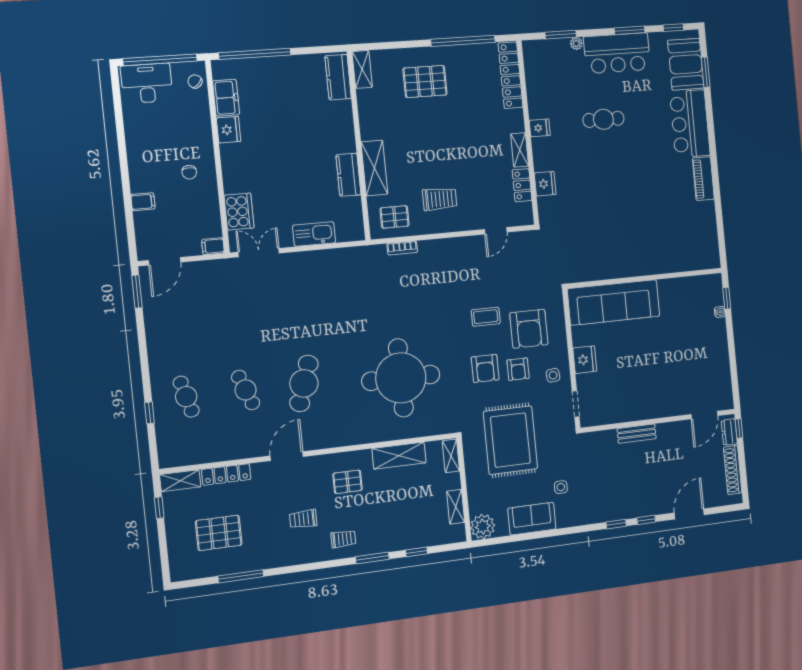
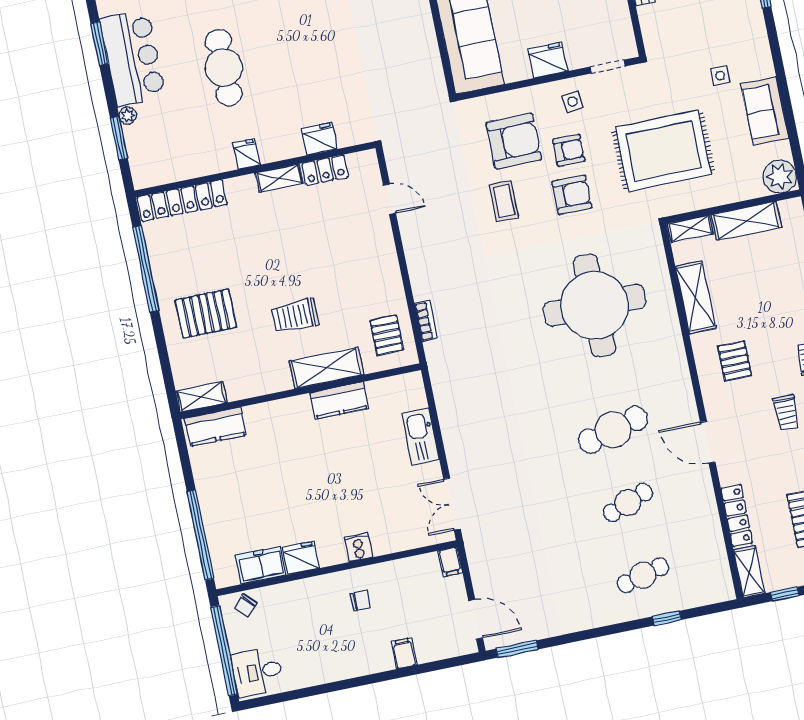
pallet: (425, 82) -> (206, 314), turned 90
desk: (147, 83) -> (257, 672), width x0.73
cafe table: (603, 119) -> (224, 68), width x1.37, depth x1.35
trolley: (440, 199) -> (295, 316), moved, turned -90
cooker: (239, 212) -> (359, 547), moved, width x0.53, depth x0.76
cafe table: (304, 383) -> (613, 430), turned -33
shelving: (456, 507) -> (746, 221), width x1.50, depth x1.33

